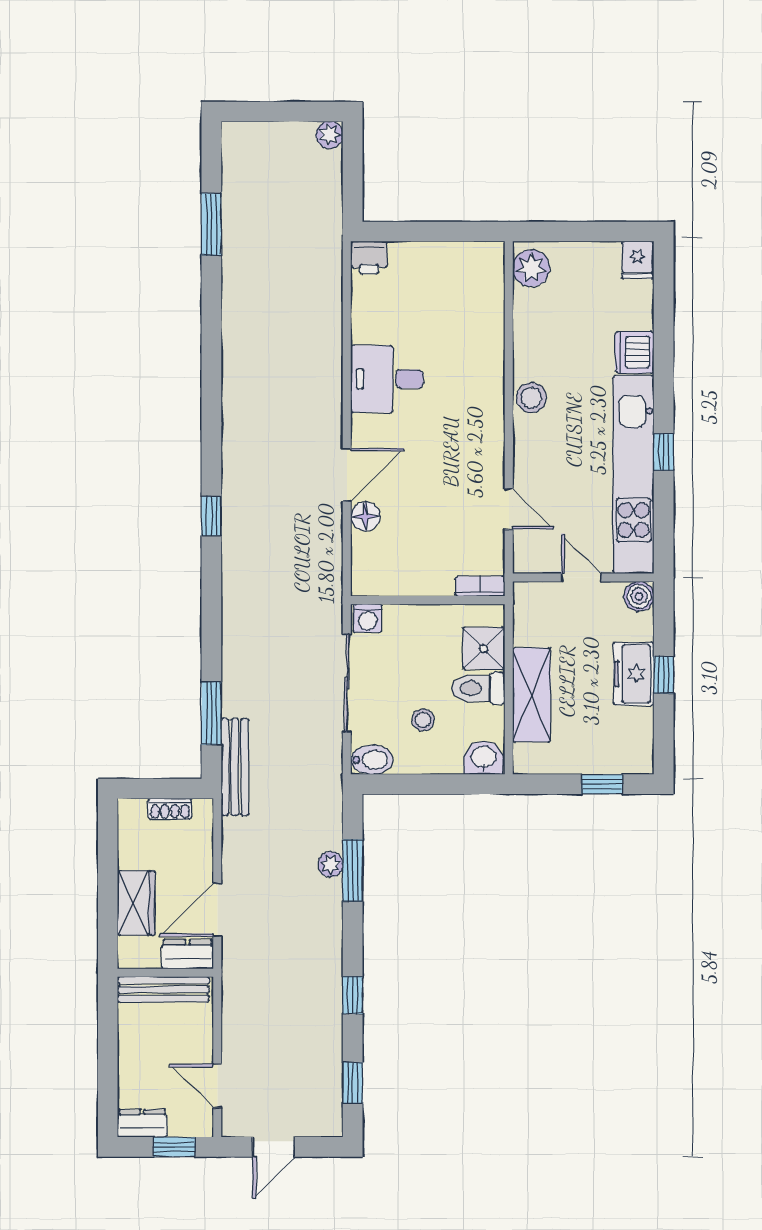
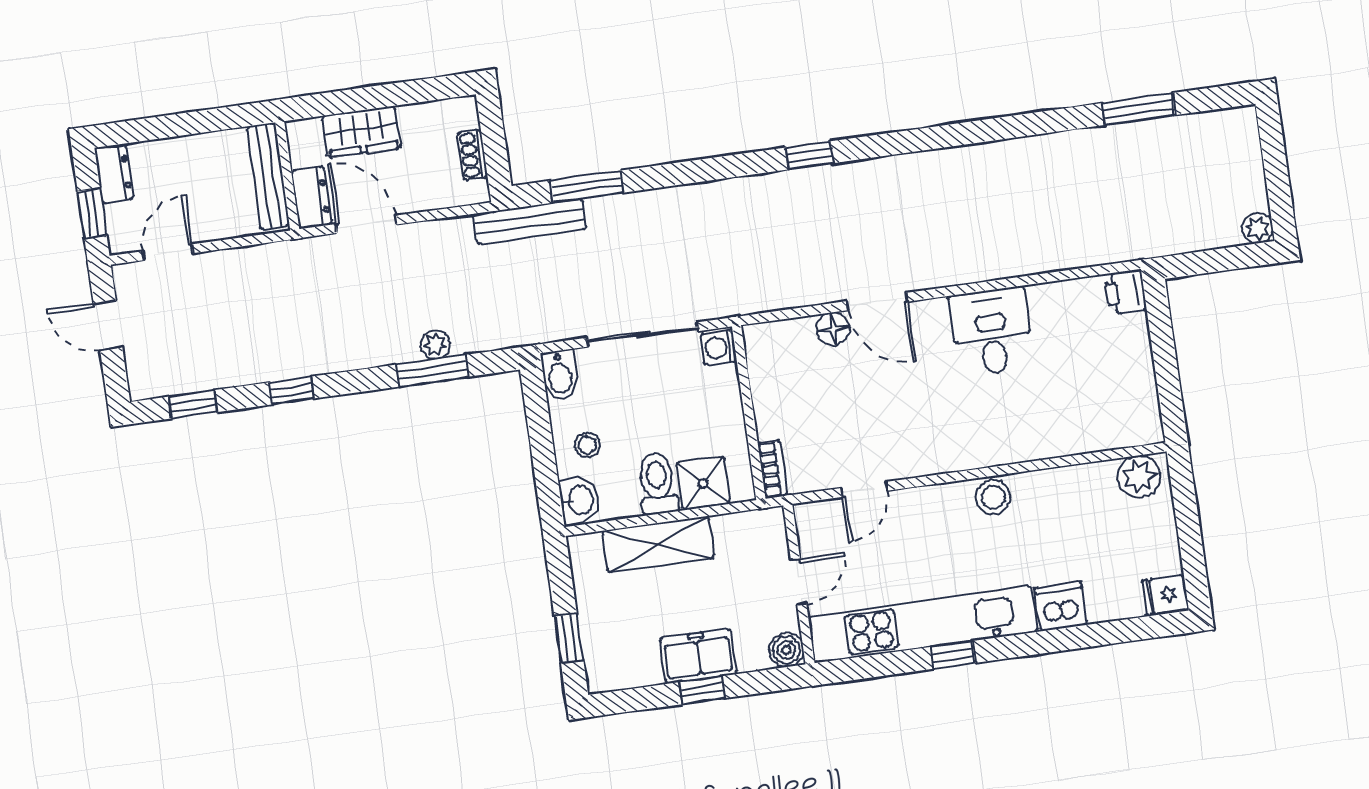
stool: (423, 720) -> (587, 445), moved

